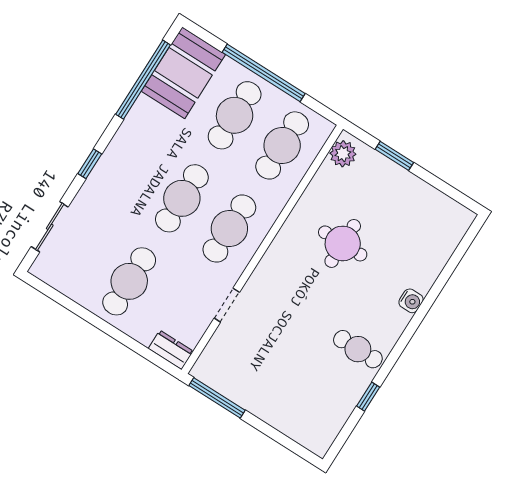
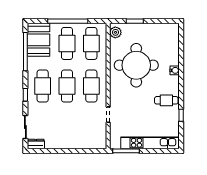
round table: (343, 243) -> (136, 65), width x1.86, depth x1.86
cafe table: (129, 281) -> (43, 86), moved
dresser: (171, 350) -> (36, 144), moved
kitchen unit: (273, 412) -> (150, 143), added

